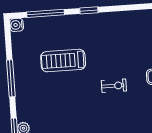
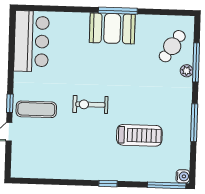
window: (46, 13) -> (167, 185), moved
exercise bike: (114, 86) -> (90, 105), width x1.38, depth x1.39

